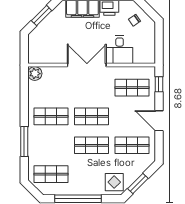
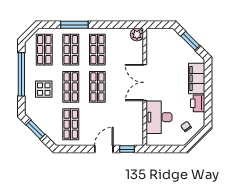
desk: (120, 50) -> (159, 117), width x1.37
double door: (87, 65) -> (145, 82), swing flipped
shop shelf: (132, 88) -> (71, 50), moved
door: (159, 121) -> (104, 149), moved
display table: (114, 182) -> (44, 89), moved

